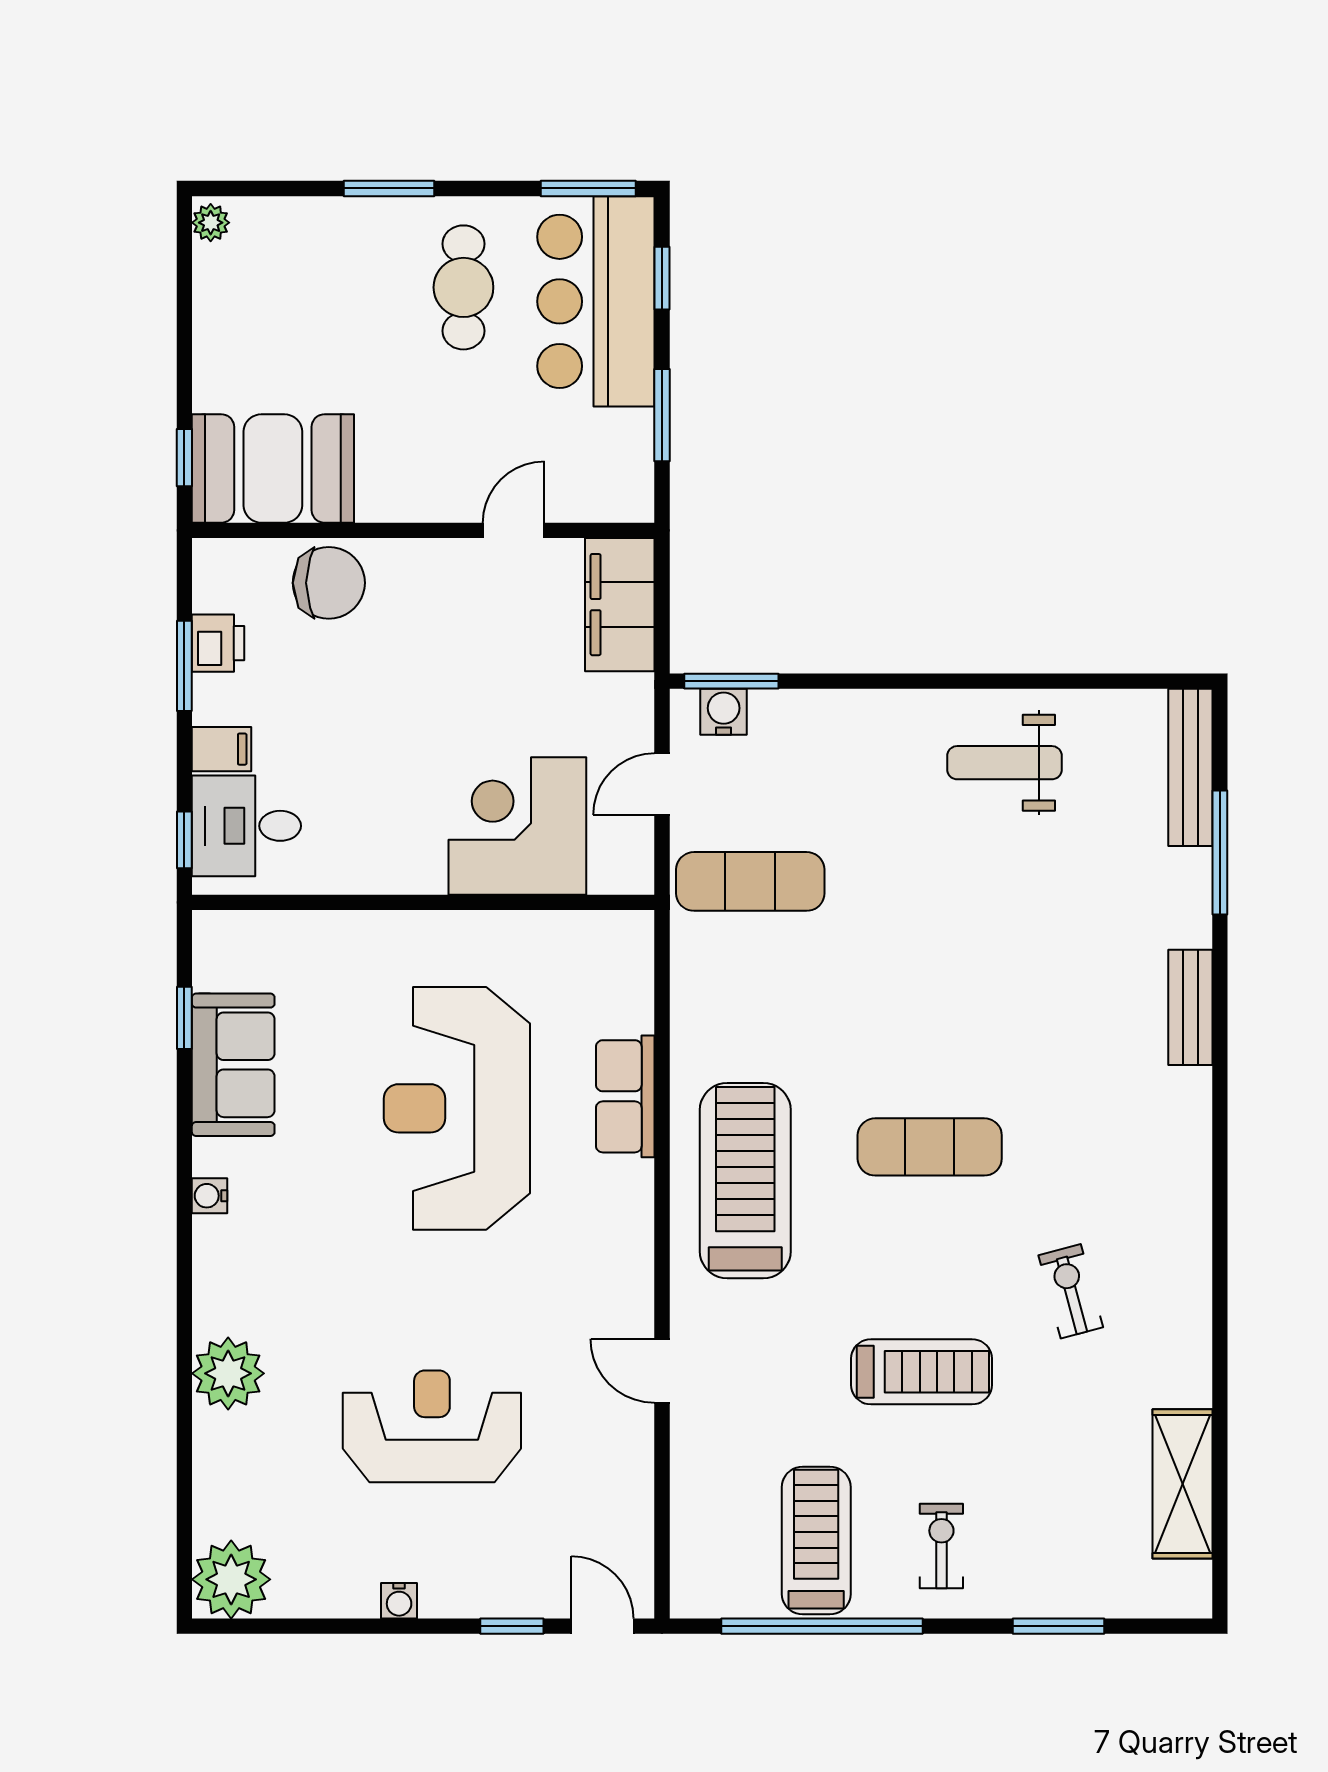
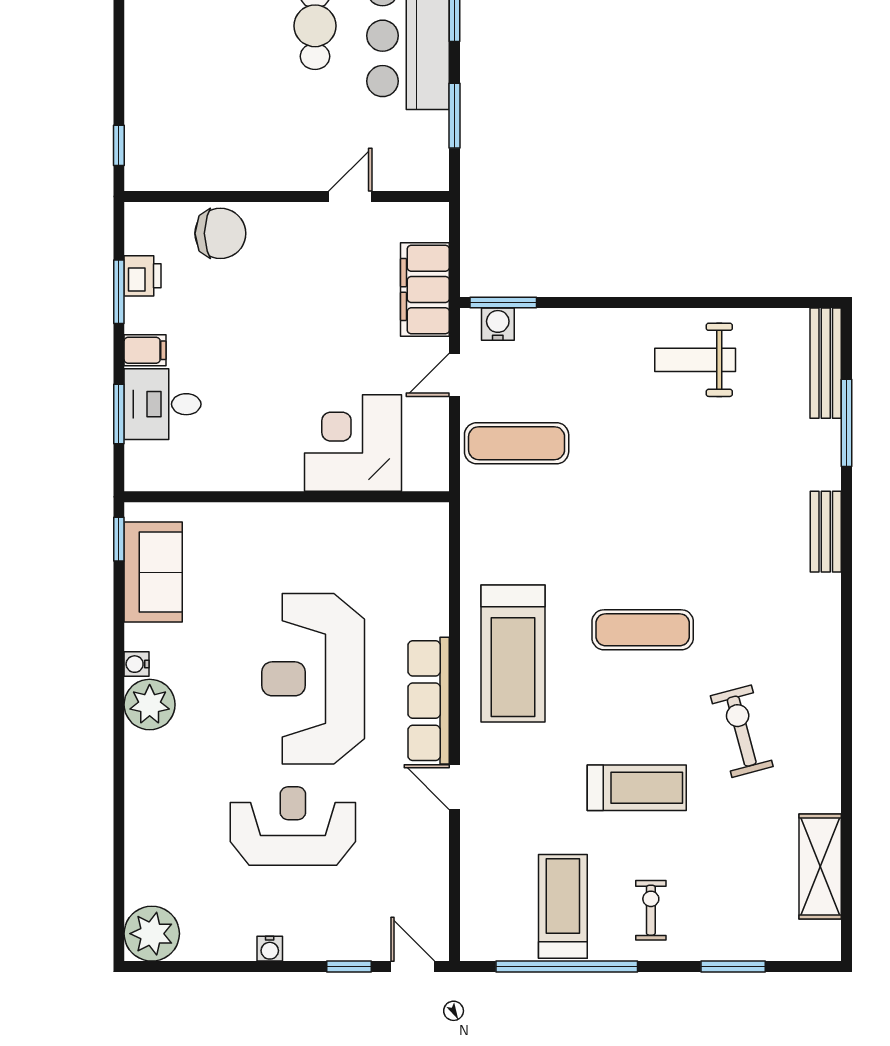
booth: (273, 468) -> (181, 153), removed
filing cabinet: (620, 605) -> (425, 290), moved
corner desk: (517, 826) -> (353, 443), moved
window: (184, 840) -> (119, 414), width x1.50
wall: (423, 902) -> (287, 497), moved
row of seats: (625, 1096) -> (429, 701), moved, width x1.48
reception desk: (457, 1108) -> (313, 679), moved
treadmill: (745, 1181) -> (513, 653), turned 180
exercise bike: (1071, 1291) -> (742, 731), width x1.38, depth x1.39
plant: (228, 1373) -> (150, 705), moved

